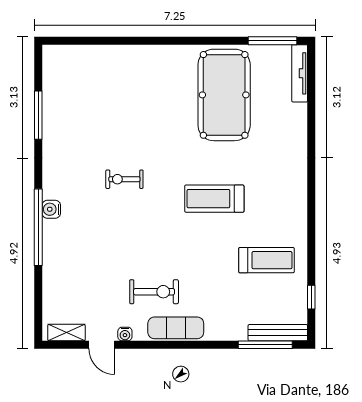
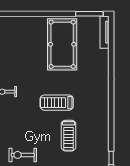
treadmill: (266, 260) -> (68, 136), moved, turned 90
exercise bike: (154, 292) -> (23, 155), turned 180

